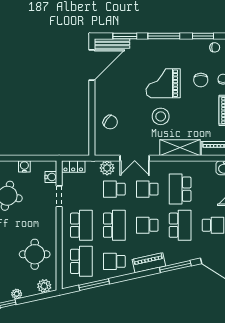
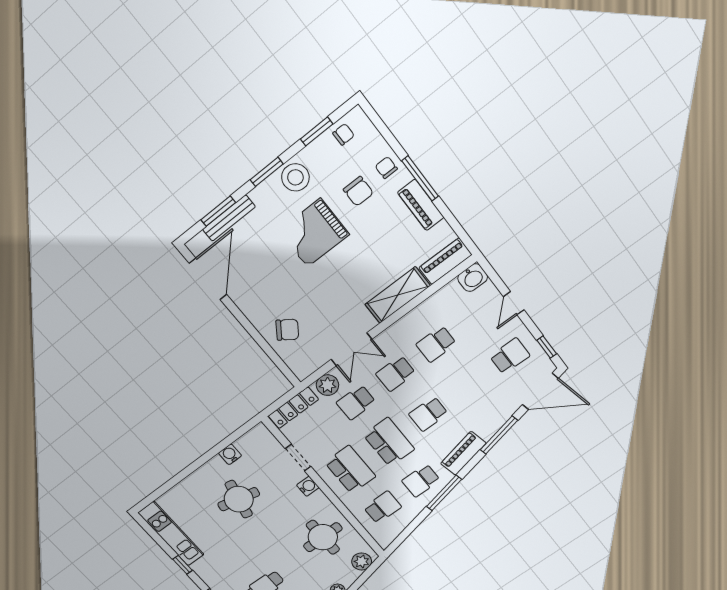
window: (164, 36) -> (267, 172), width x0.69
bench: (112, 43) -> (229, 218), moved
stool: (161, 116) -> (295, 177), moved
locker: (73, 167) -> (293, 408), width x1.53
water cooler: (51, 177) -> (308, 486), moved
school desk: (180, 189) -> (436, 344), width x0.54
school desk: (180, 225) -> (469, 385), removed
school desk: (81, 261) -> (382, 507), width x0.54
window: (94, 285) -> (444, 493), moved

